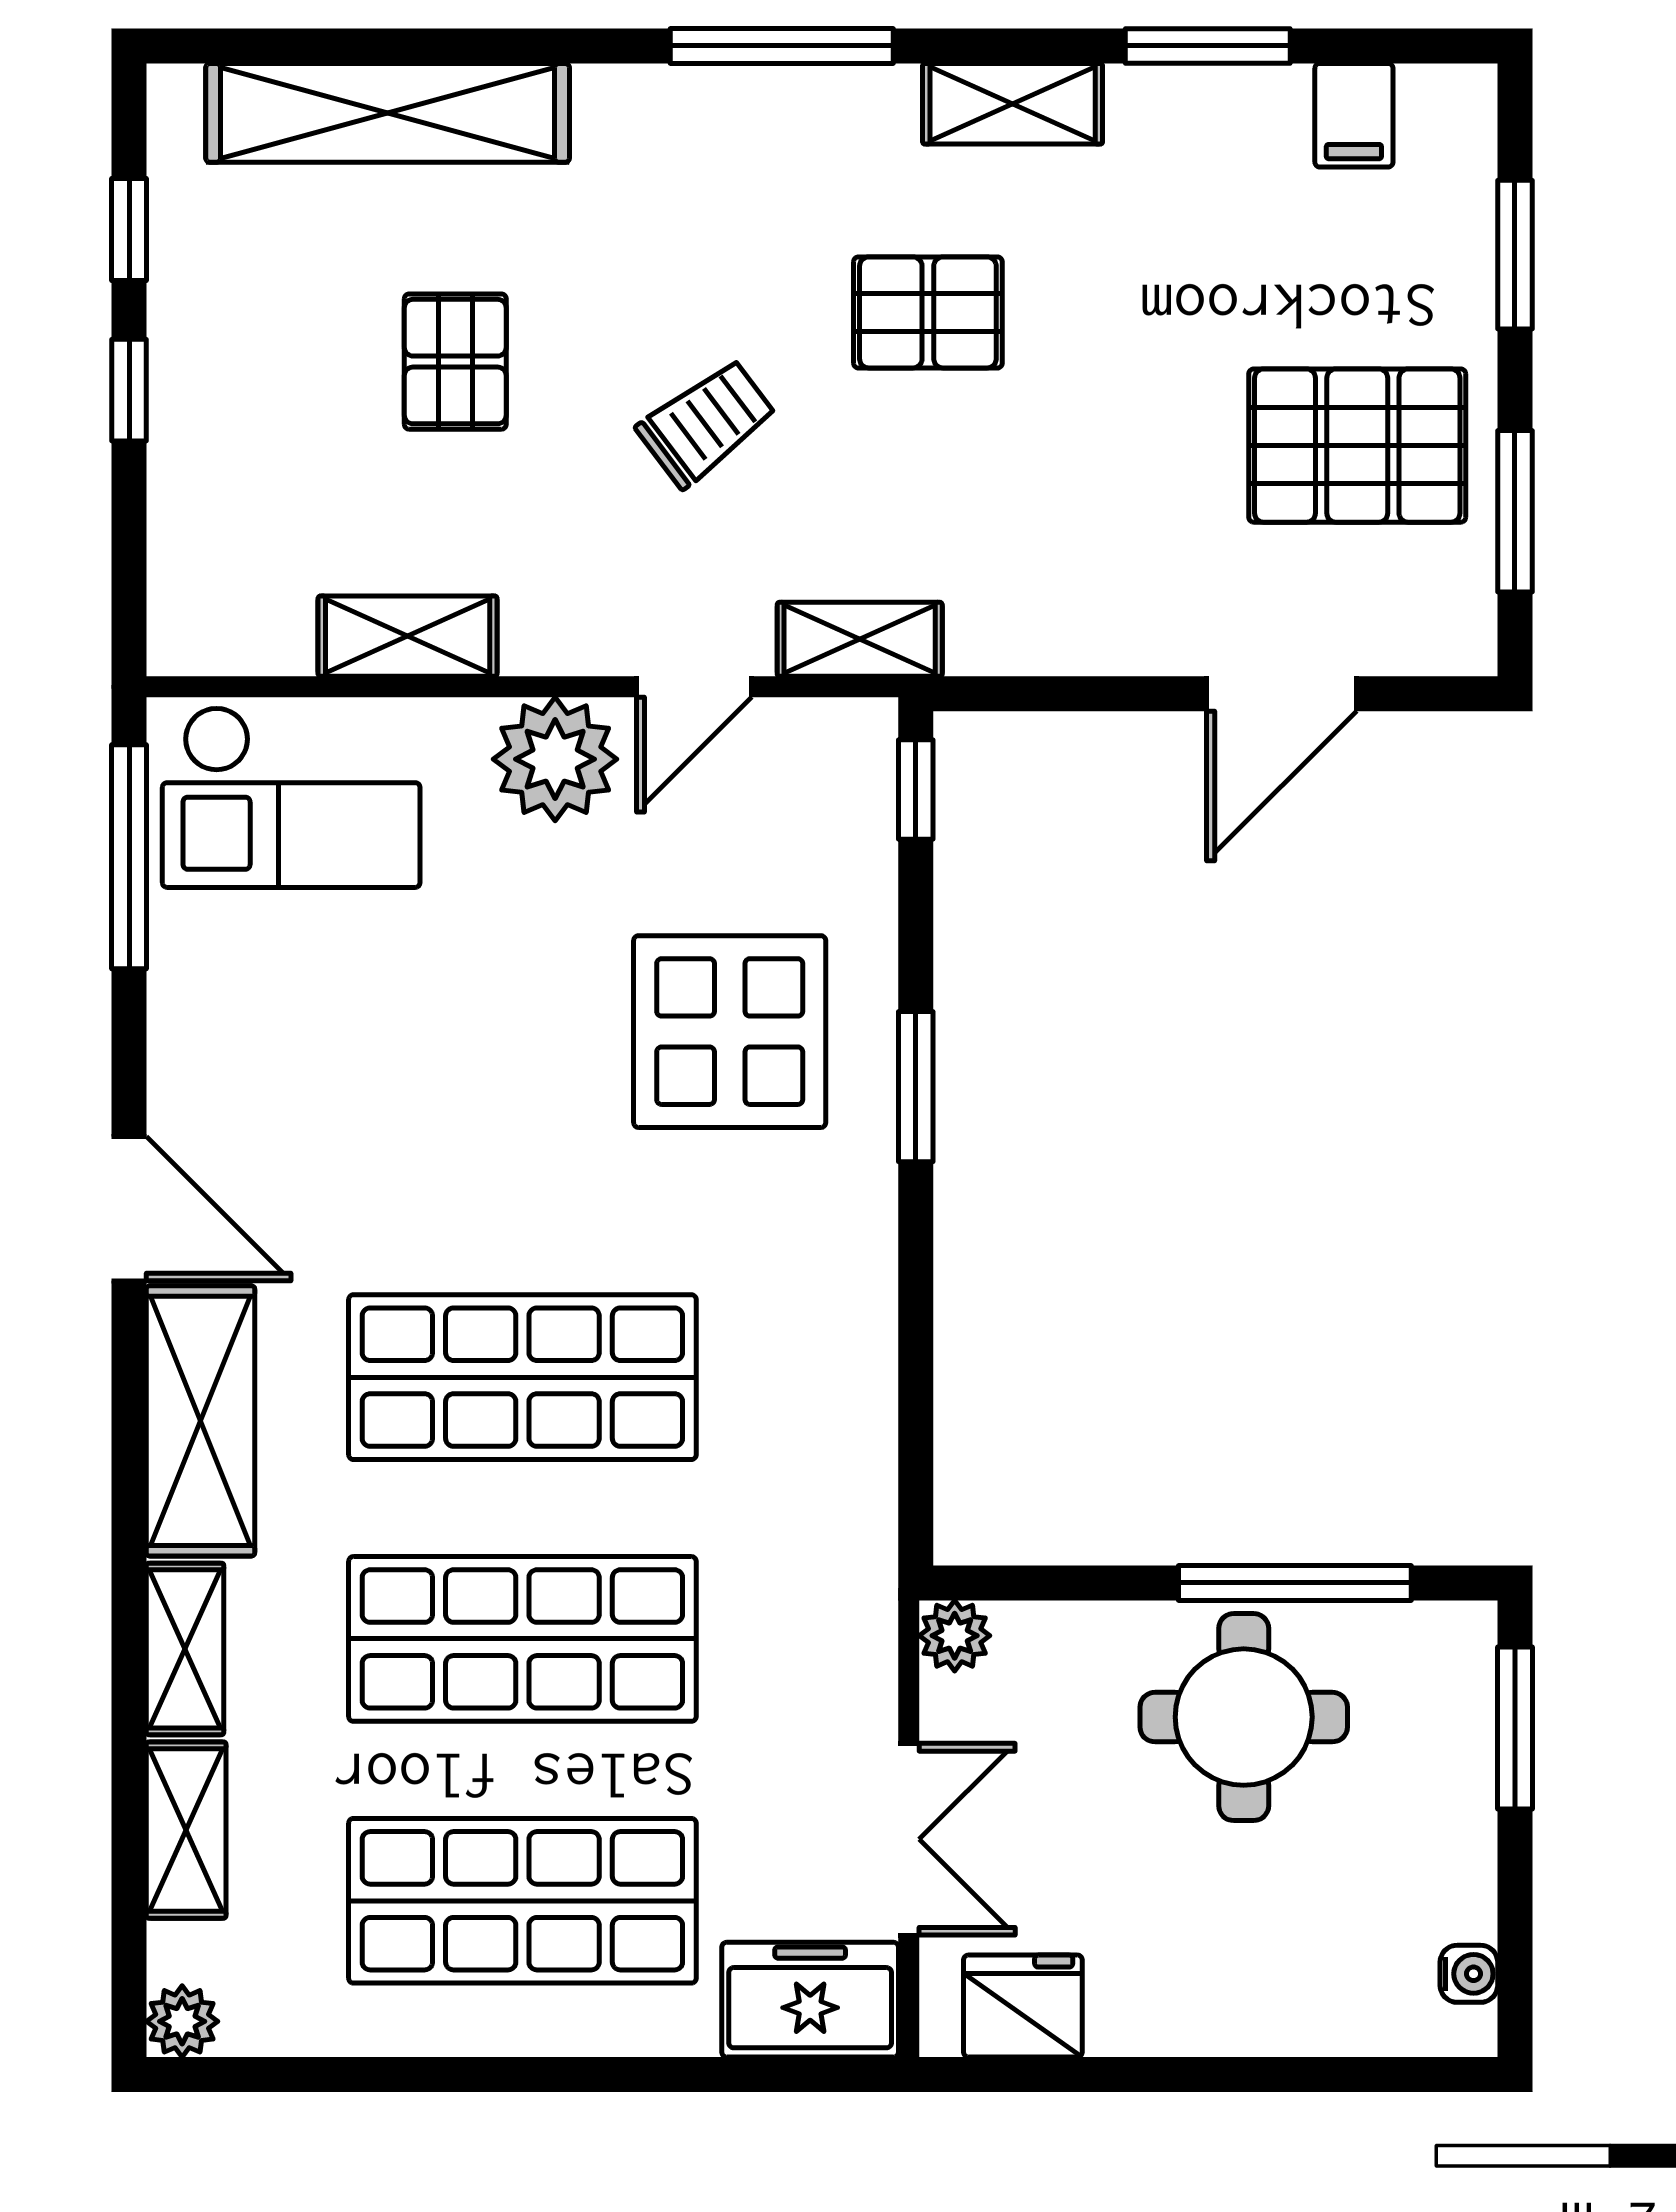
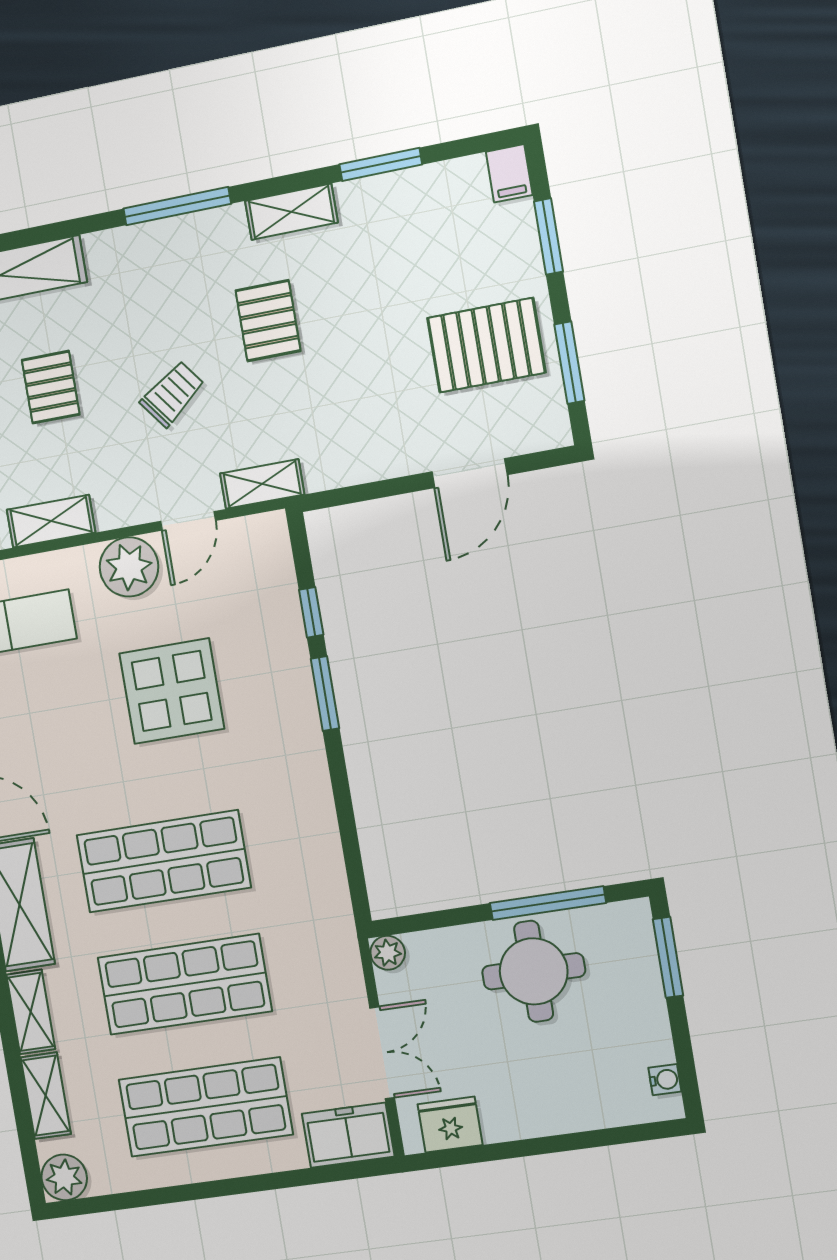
filing cabinet: (1354, 115) -> (509, 173), moved
pallet: (928, 312) -> (268, 321), turned 90
window: (916, 789) -> (311, 612), moved
display table: (730, 1032) -> (172, 691), moved
plant: (182, 2021) -> (64, 1177), width x1.38, depth x1.38

